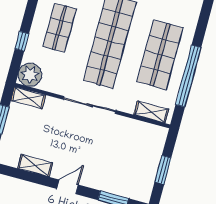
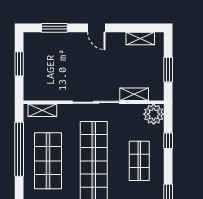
shelving: (28, 98) -> (134, 94), moved
shelving: (35, 166) -> (140, 38), moved
door: (67, 187) -> (96, 28), hinge flipped

